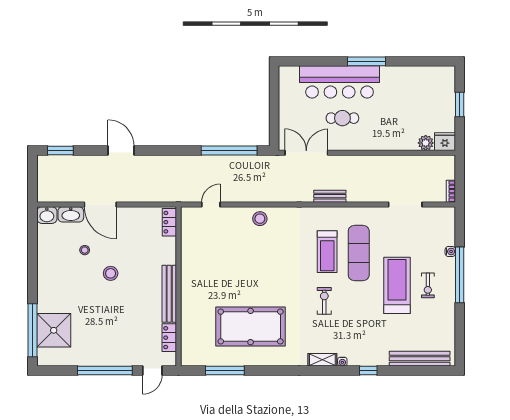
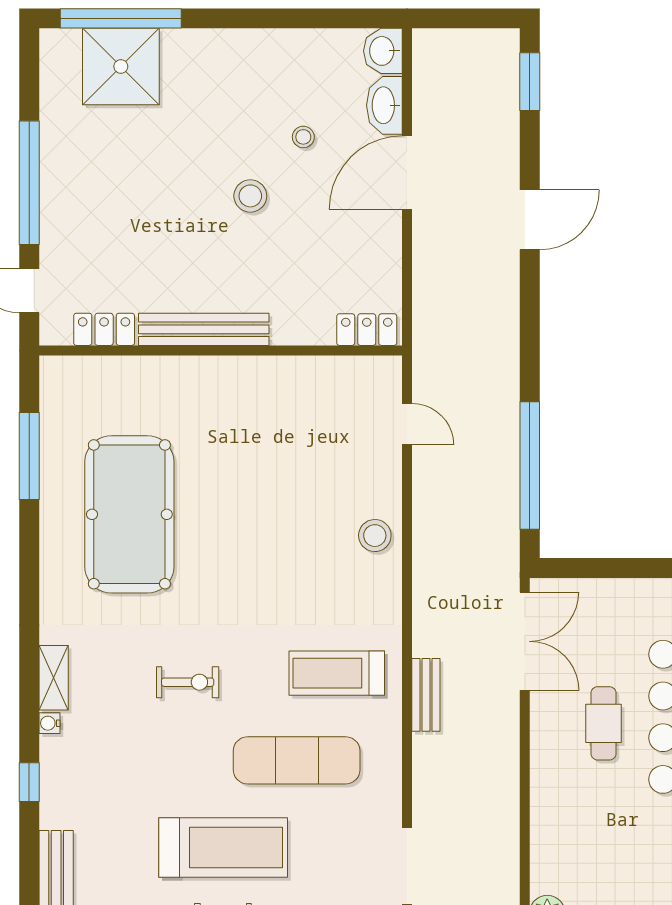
treadmill: (327, 252) -> (337, 673), moved

